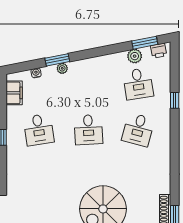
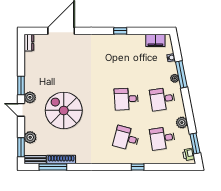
plant: (135, 56) -> (182, 123), moved
window: (57, 60) -> (181, 74), width x1.44
window: (175, 100) -> (138, 167), moved
desk: (39, 130) -> (163, 99), moved

